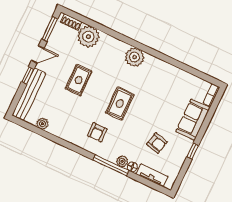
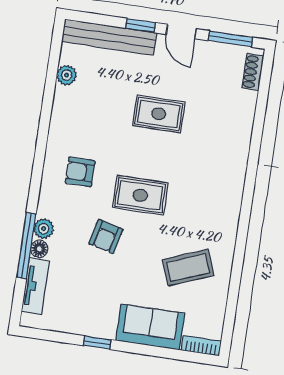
plant: (88, 37) -> (237, 108), removed
plant: (134, 57) -> (226, 196), removed
coffee table: (167, 89) -> (188, 268), added
armchair: (157, 143) -> (106, 236), moved
window: (111, 165) -> (26, 246), moved

